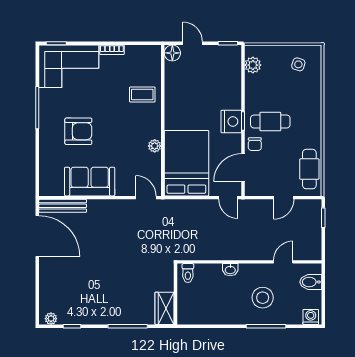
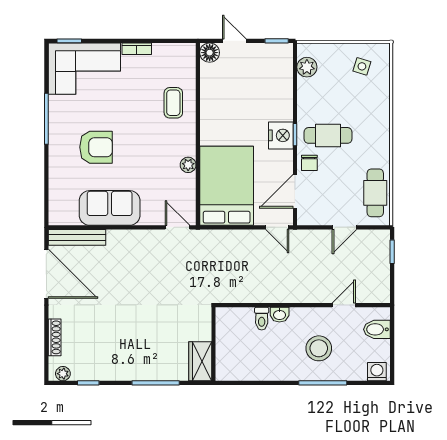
coffee table: (142, 94) -> (173, 103), turned 90
toilet: (188, 273) -> (262, 319), moved
shoe rack: (44, 289) -> (55, 337), added

